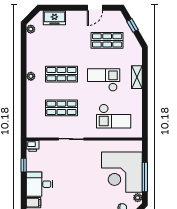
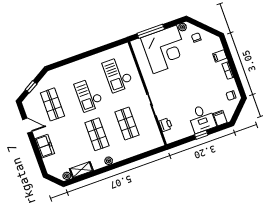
freezer: (54, 18) -> (45, 146), moved
shelving: (137, 77) -> (81, 170), moved
checkout: (114, 116) -> (118, 74), turned 180
printer: (33, 146) -> (166, 125), moved
window: (24, 165) -> (201, 135), moved
window: (145, 177) -> (151, 31), moved

